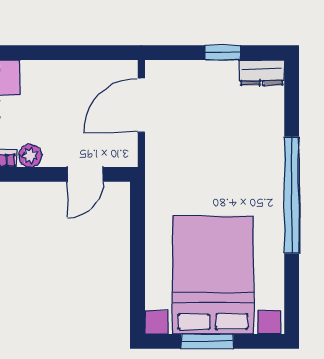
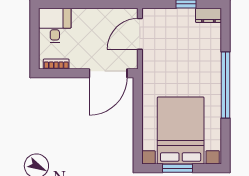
plant: (30, 156) -> (77, 63), removed
door: (85, 174) -> (108, 73), width x1.88

